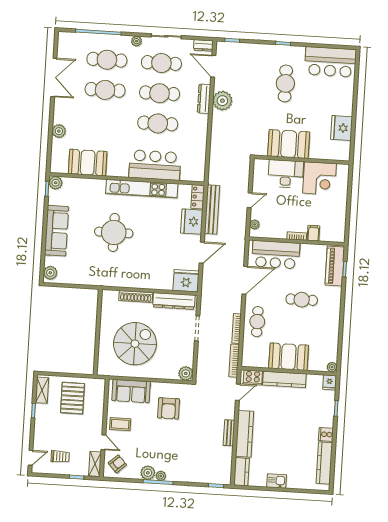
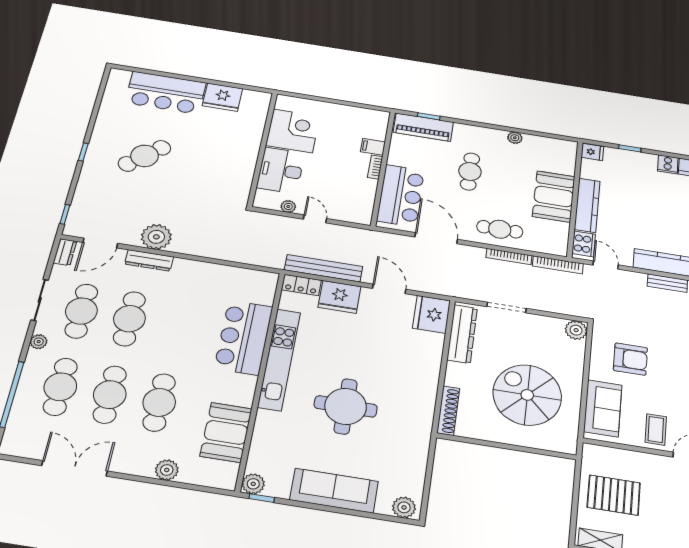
bar counter: (330, 62) -> (166, 93), moved, turned 90
cafe table: (285, 83) -> (145, 156), turned -42
cafe table: (158, 123) -> (159, 402), moved
booth: (289, 144) -> (236, 162), removed
plant: (255, 224) -> (288, 206), moved
shoe rack: (136, 296) -> (448, 411), moved
plant: (332, 367) -> (515, 138), moved

